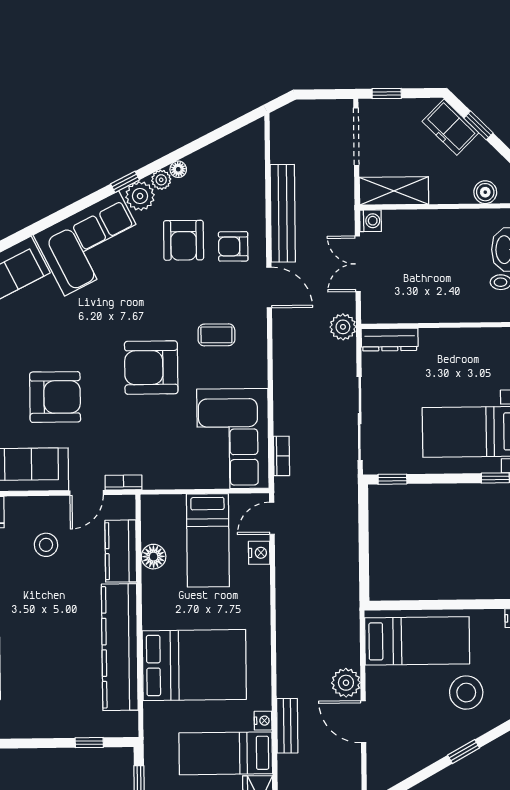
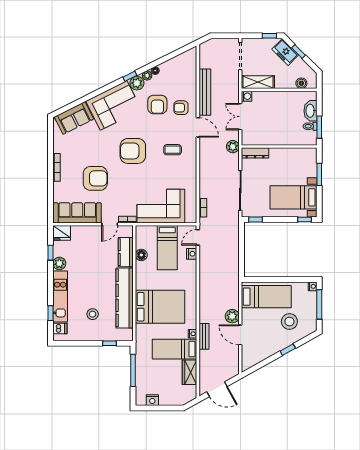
window: (387, 93) -> (269, 36), moved
armchair: (151, 368) -> (133, 151), moved
corner sofa: (233, 439) -> (161, 206), moved, turned 90
stool: (46, 545) -> (93, 314), moved

